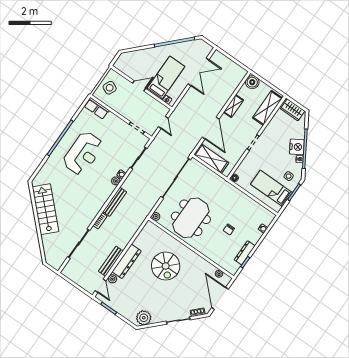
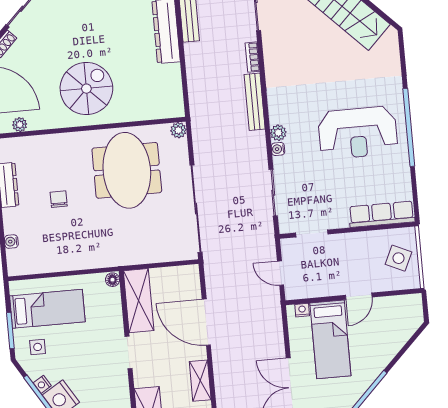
row of seats: (97, 108) -> (382, 214), width x1.48
reception desk: (83, 153) -> (358, 133), turned -90
shelving: (211, 159) -> (139, 301), moved, turned 90
spiral stairs: (166, 266) -> (86, 89), moved, turned 90

